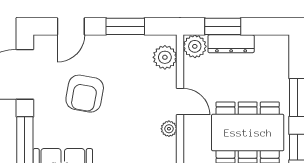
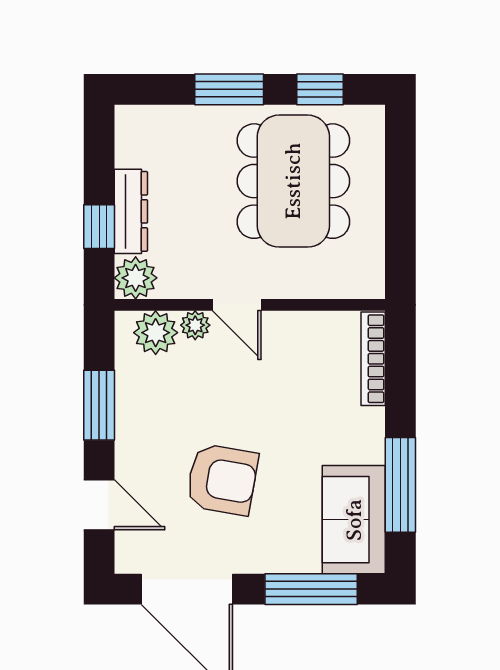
window: (223, 26) -> (99, 227), width x0.67
door: (180, 102) -> (237, 305), swing flipped
plant: (169, 129) -> (195, 325), moved

